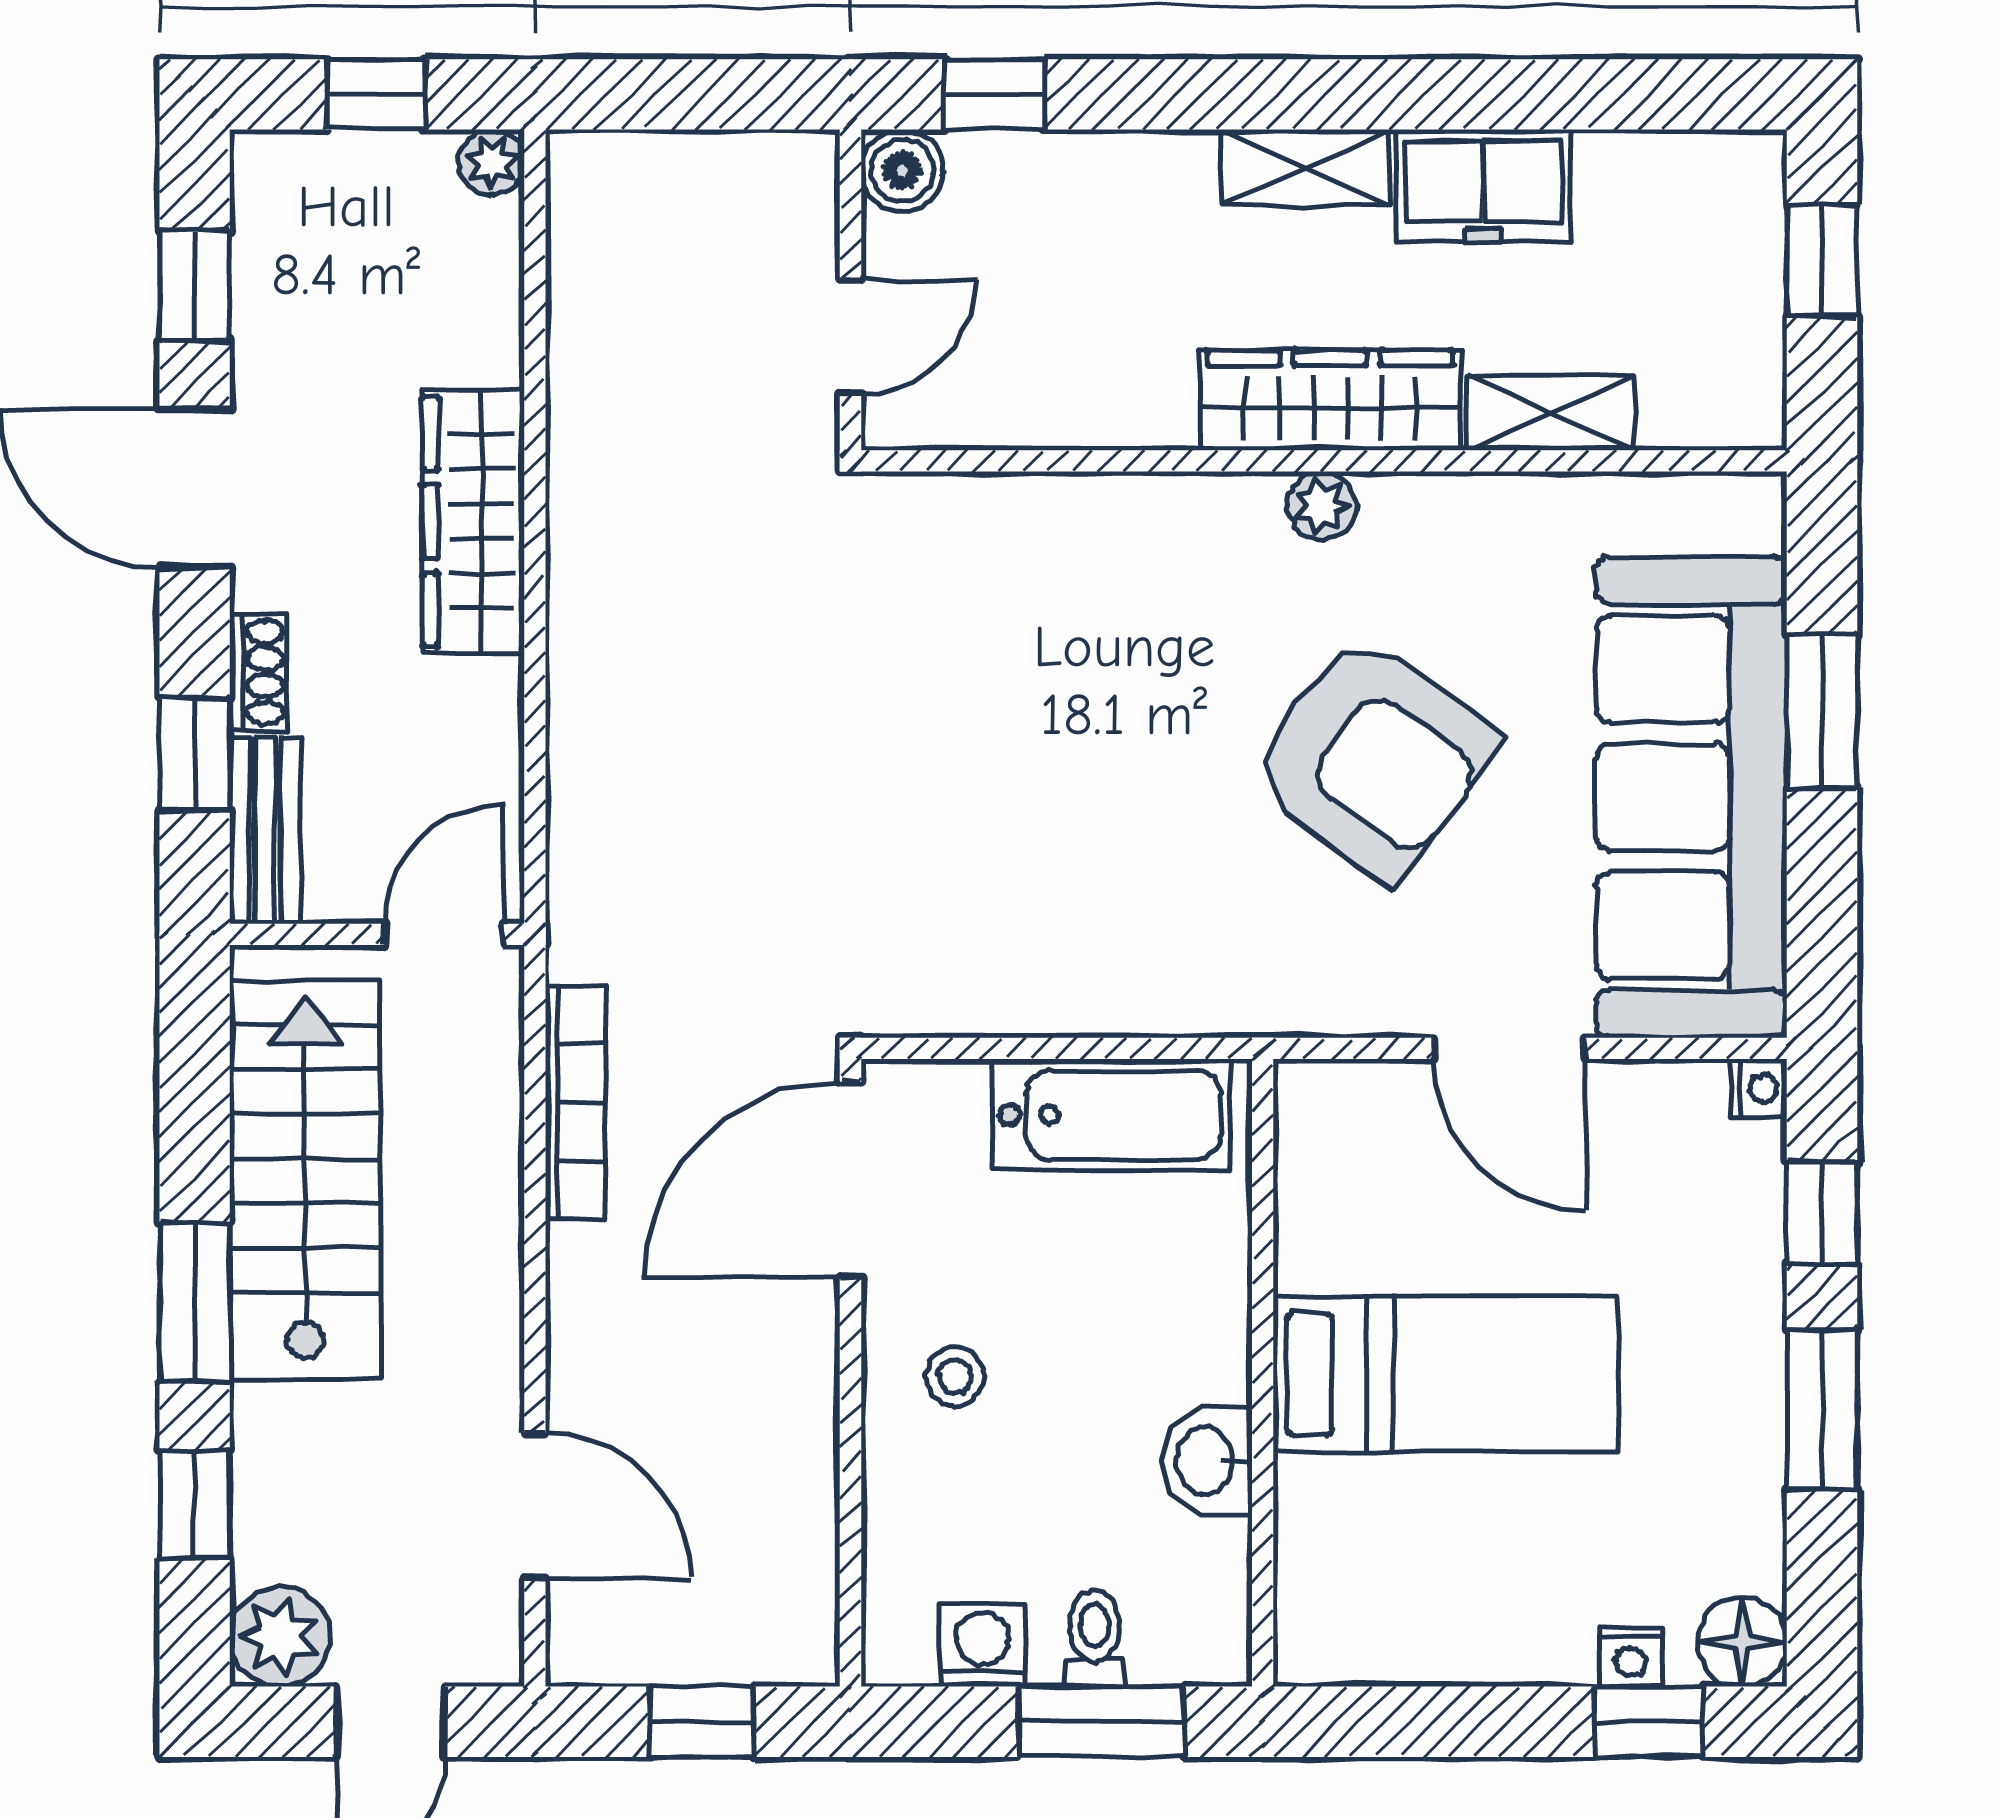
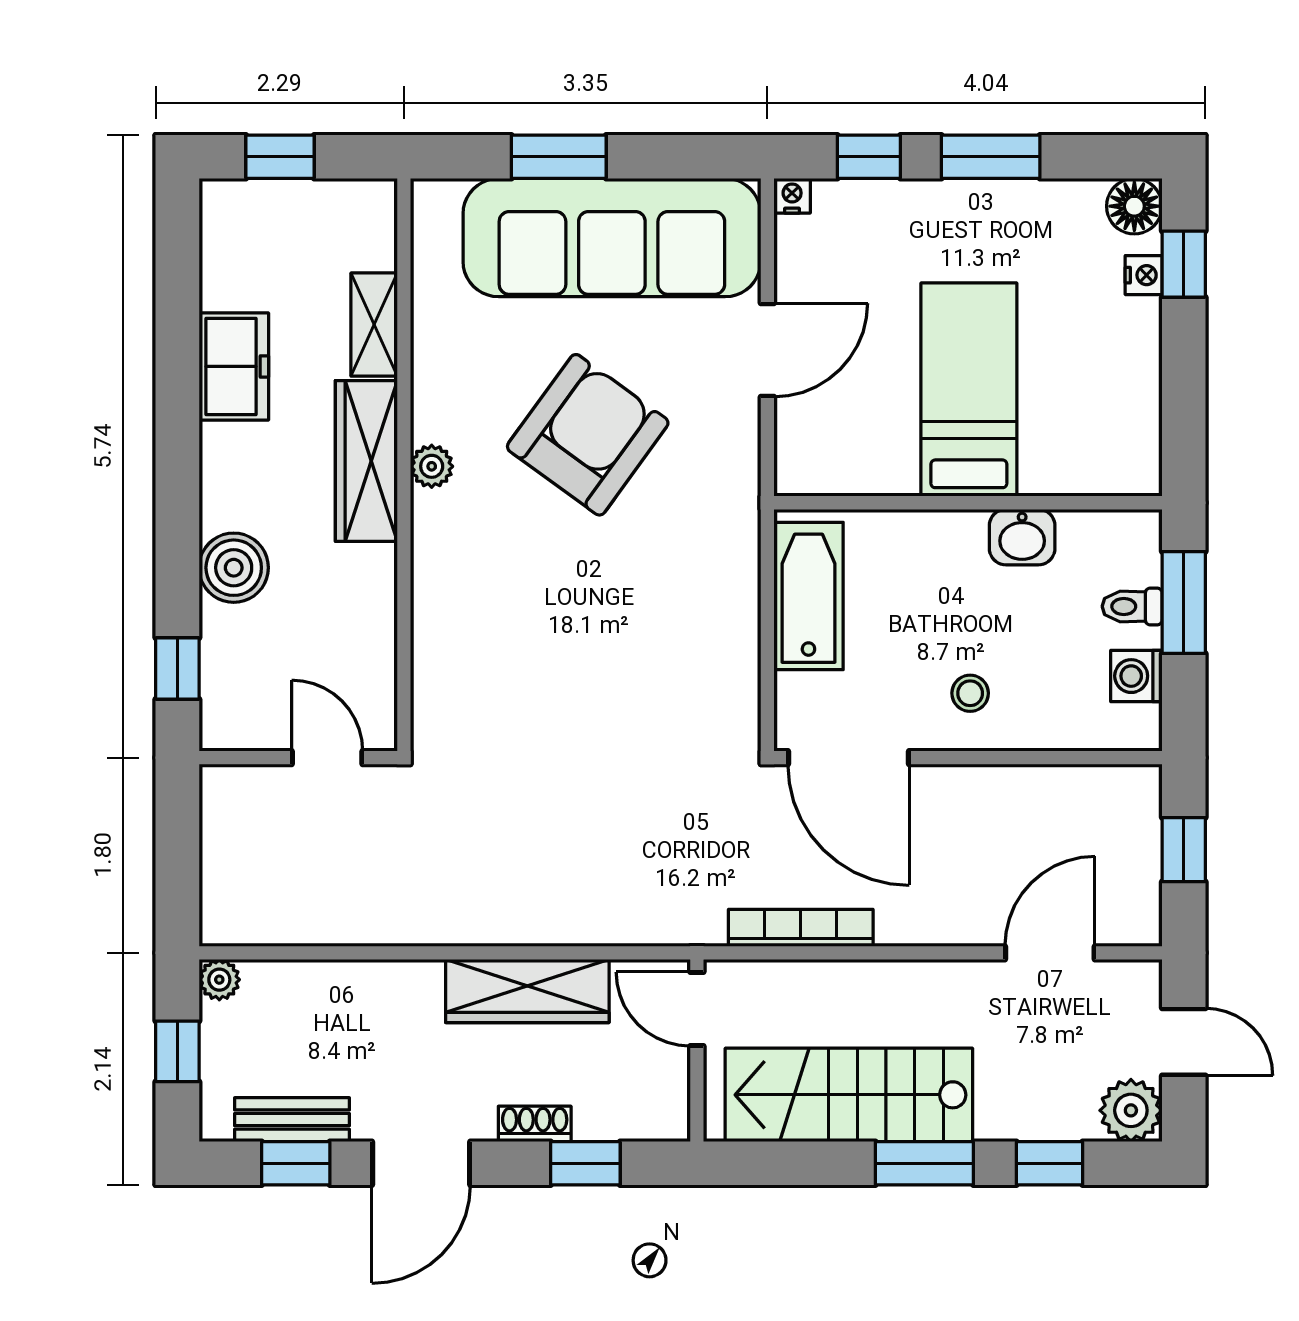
shelving: (1305, 167) -> (222, 477), removed
boiler: (902, 171) -> (234, 568), moved, width x1.36, depth x1.36
wardrobe: (473, 522) -> (527, 991), moved
bench: (265, 831) -> (292, 1120), moved

